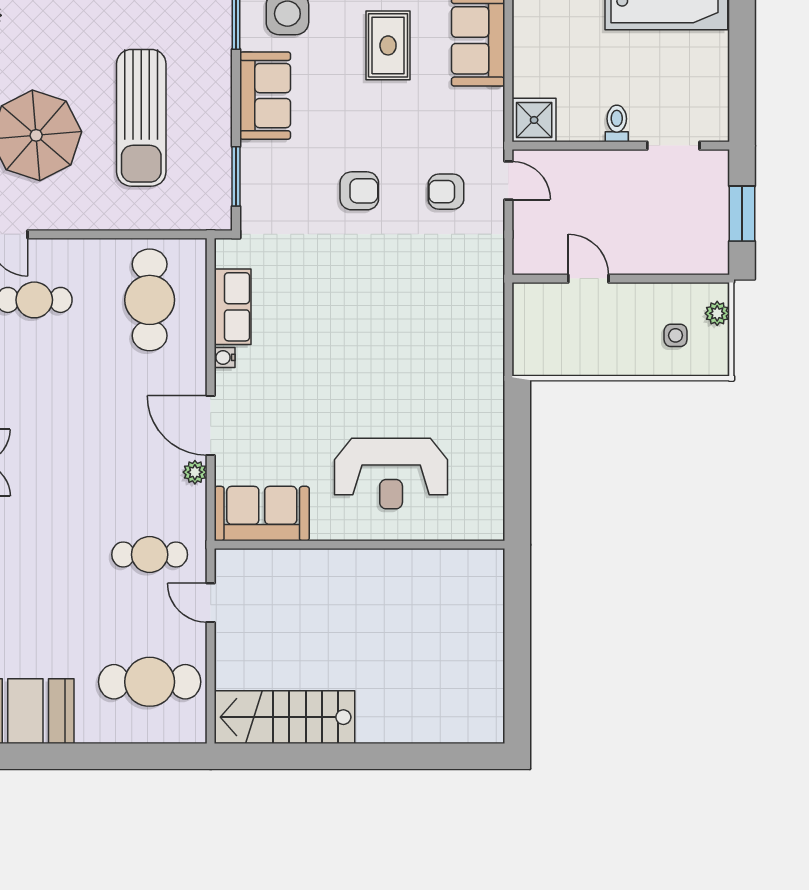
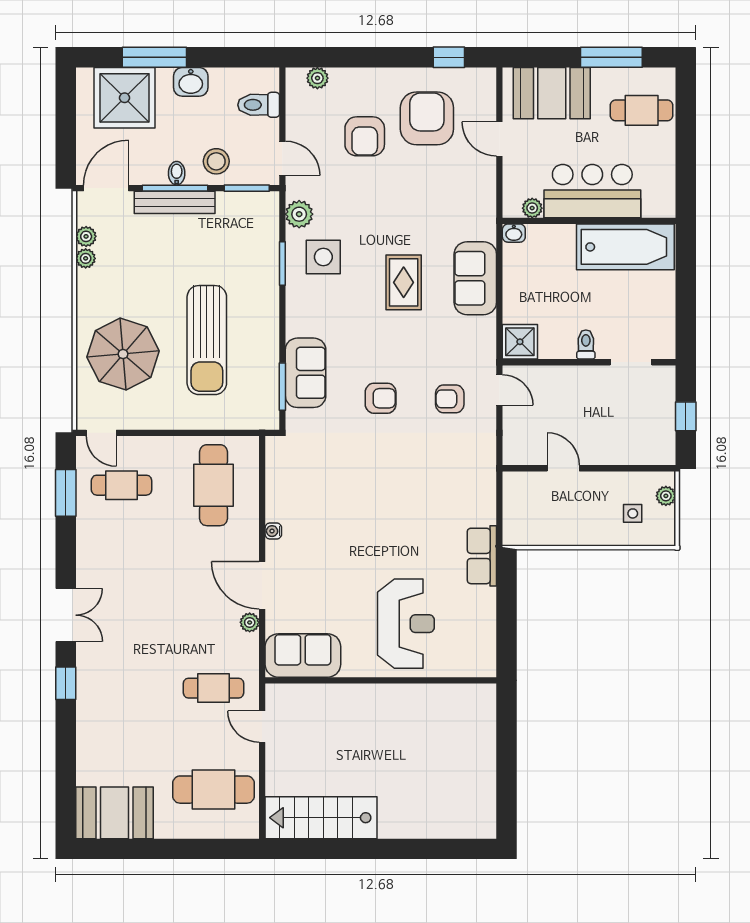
sofa: (265, 96) -> (306, 373), moved
window: (742, 214) -> (686, 416), width x0.67
row of seats: (233, 307) -> (482, 556), moved, turned 180
reception desk: (391, 474) -> (406, 624), turned -90

